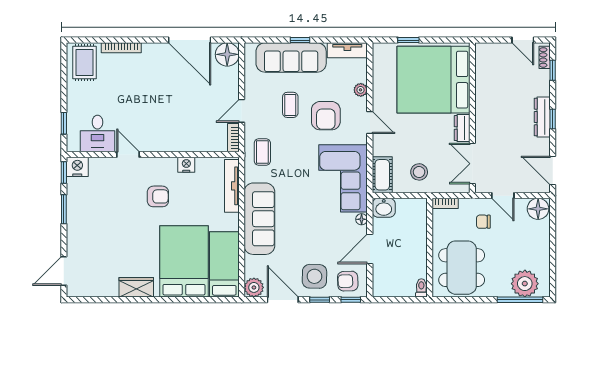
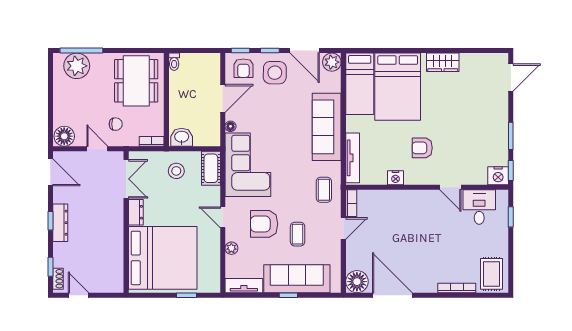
armchair: (326, 116) -> (264, 224), turned -90
washbasin: (384, 208) -> (182, 137), moved
armchair: (348, 281) -> (243, 68), turned 92

